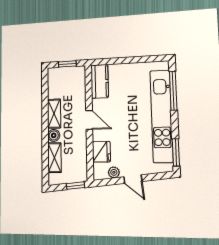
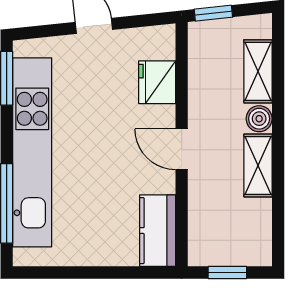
plant: (114, 172) -> (132, 40), removed

